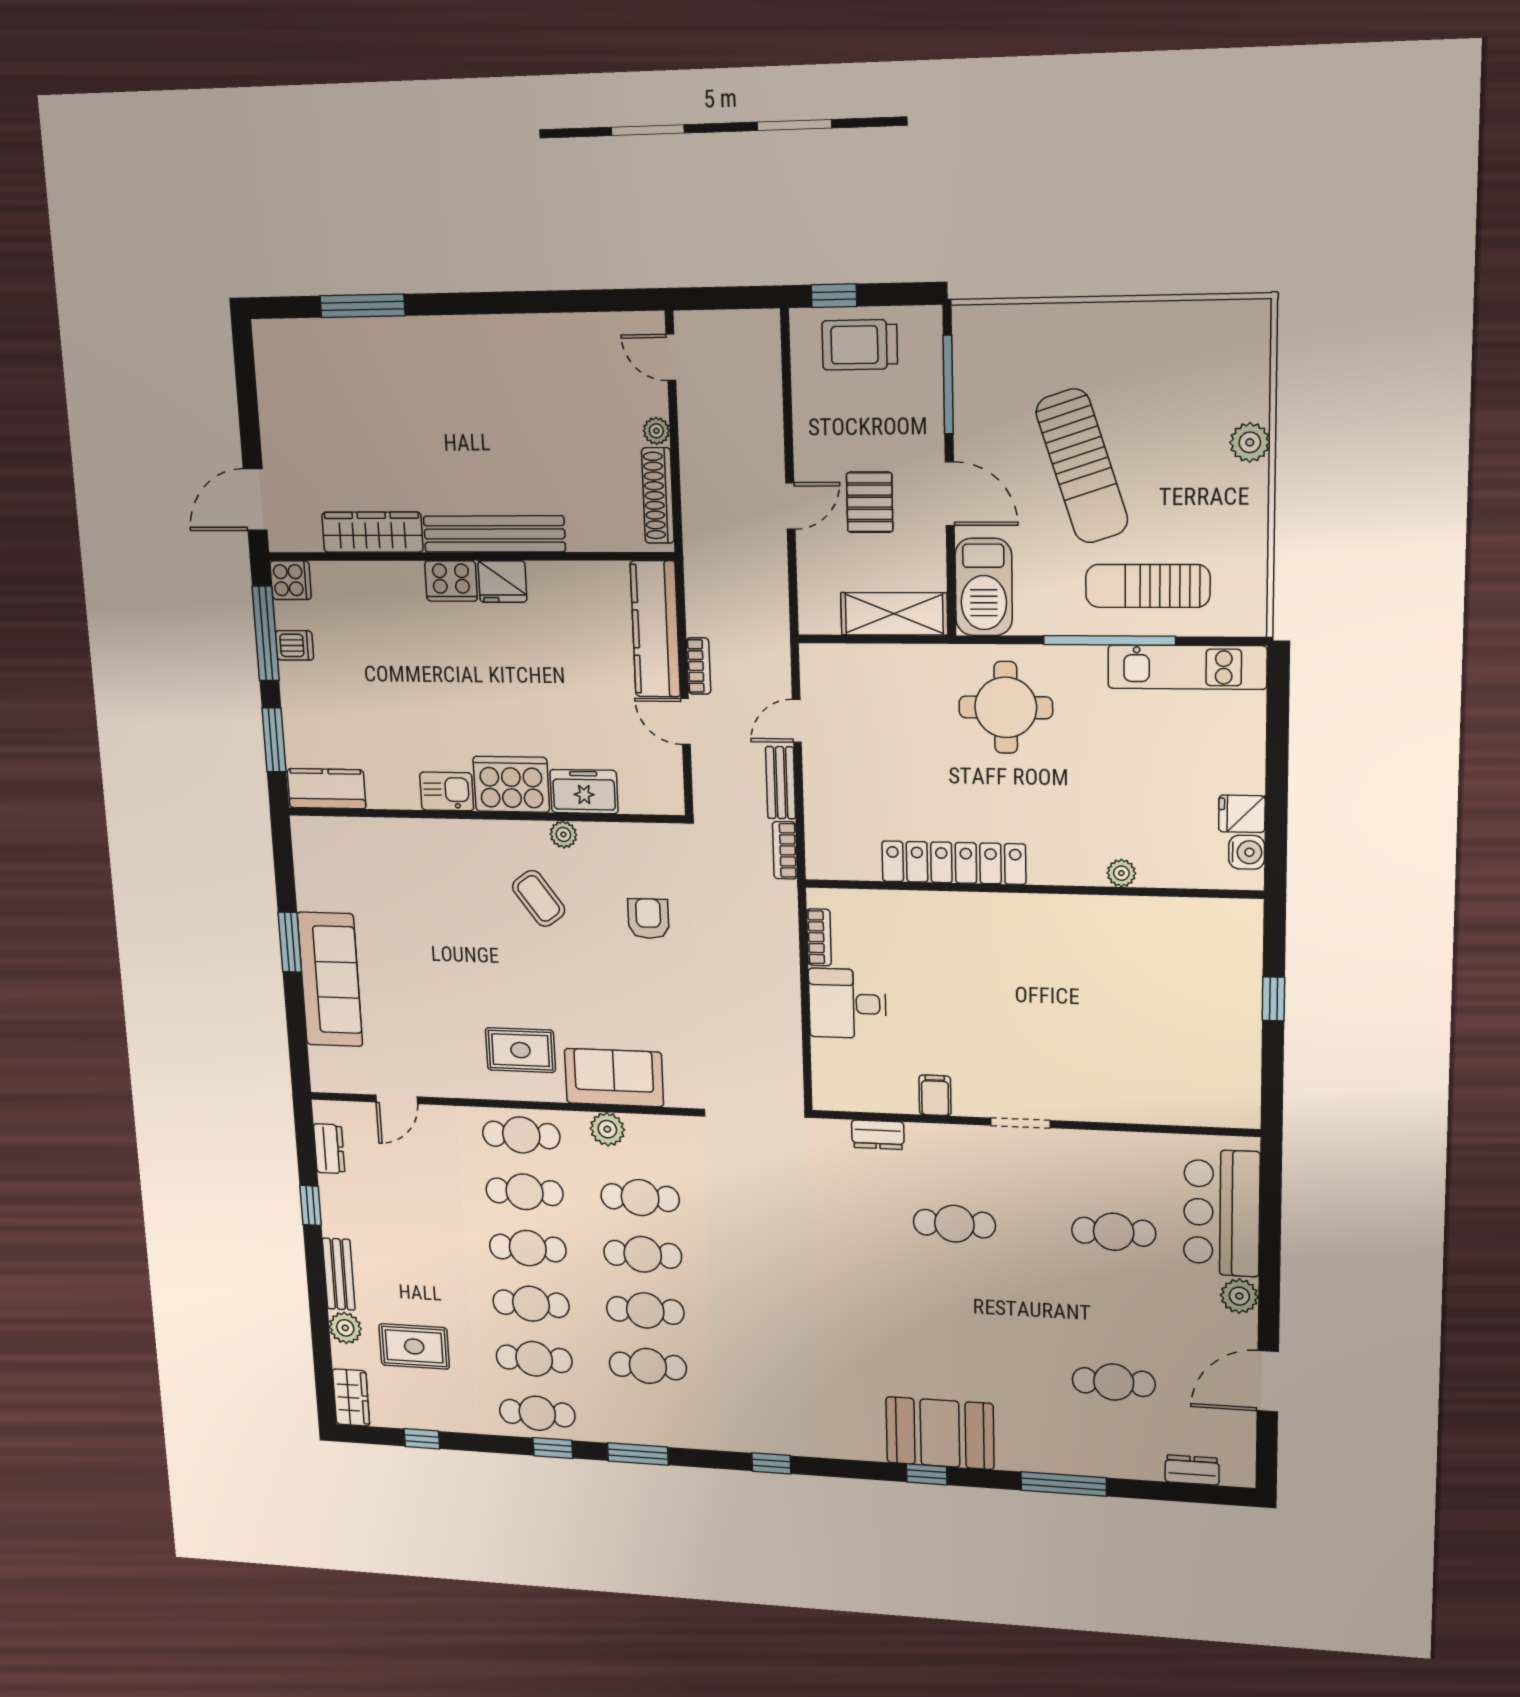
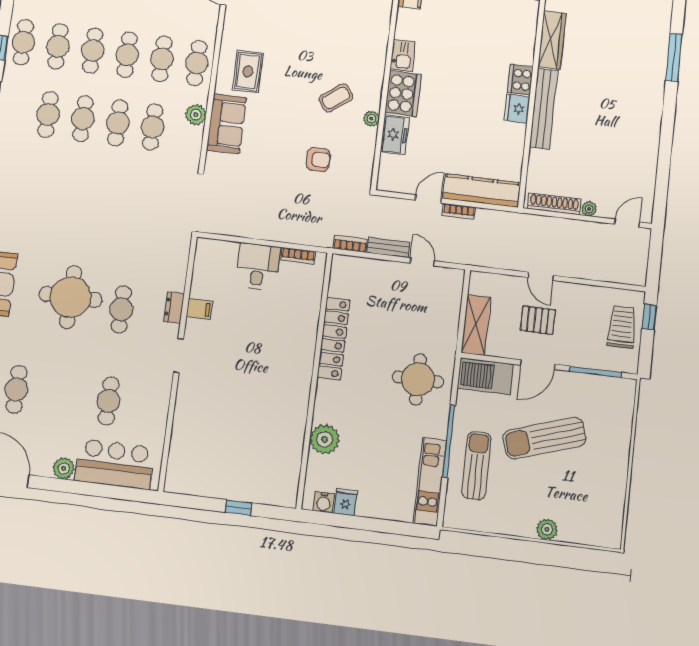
plant: (1121, 873) -> (325, 439), width x1.87, depth x1.87
dresser: (878, 1135) -> (174, 307), moved
round table: (945, 1307) -> (71, 297), added

